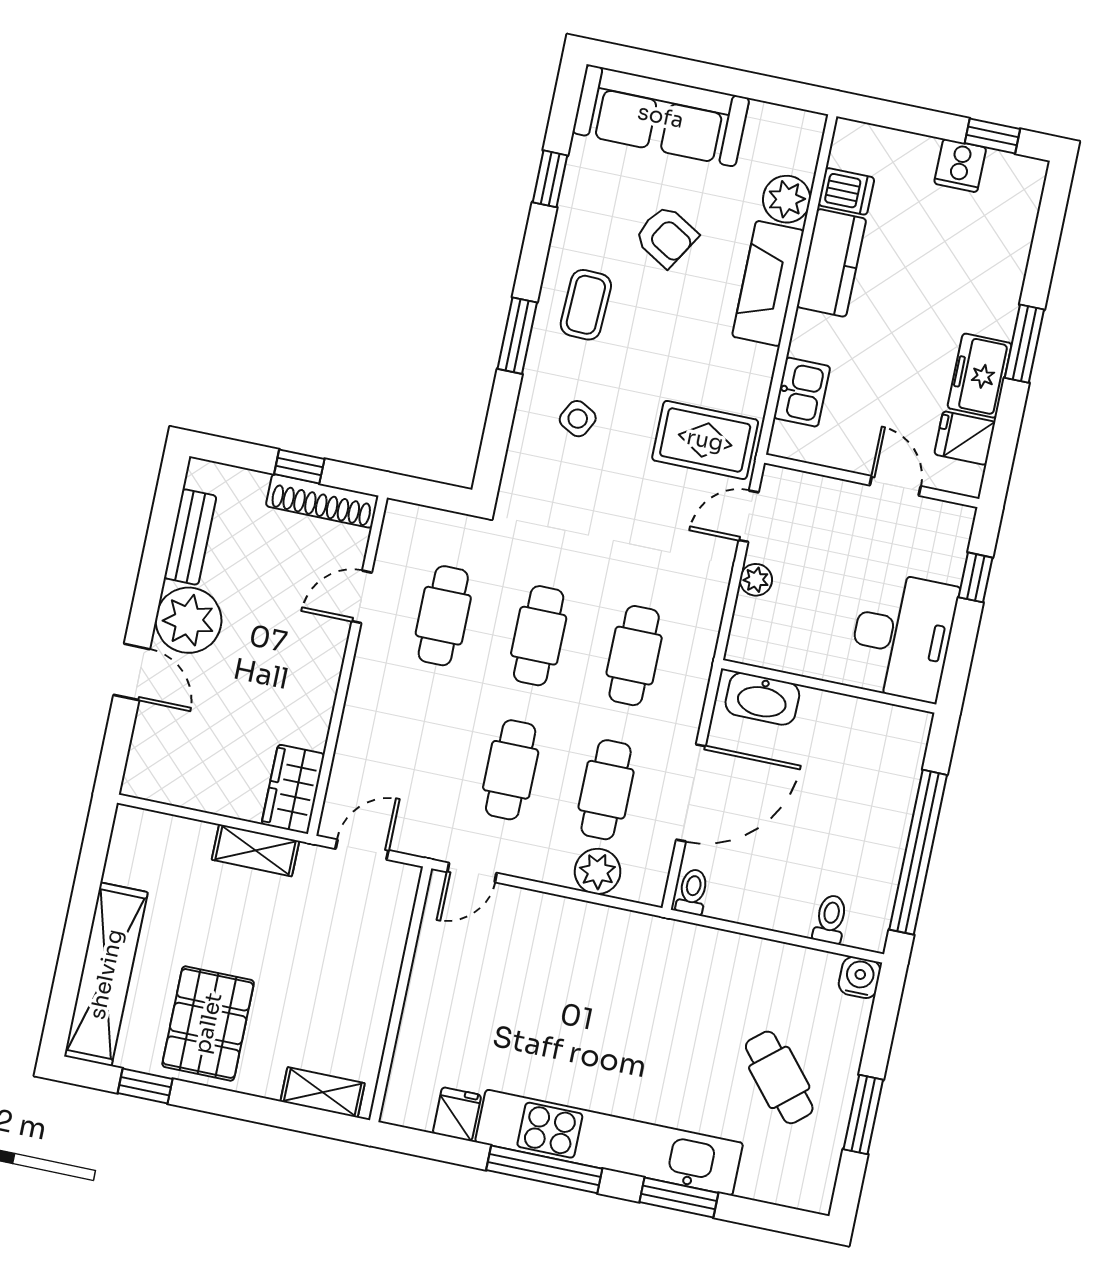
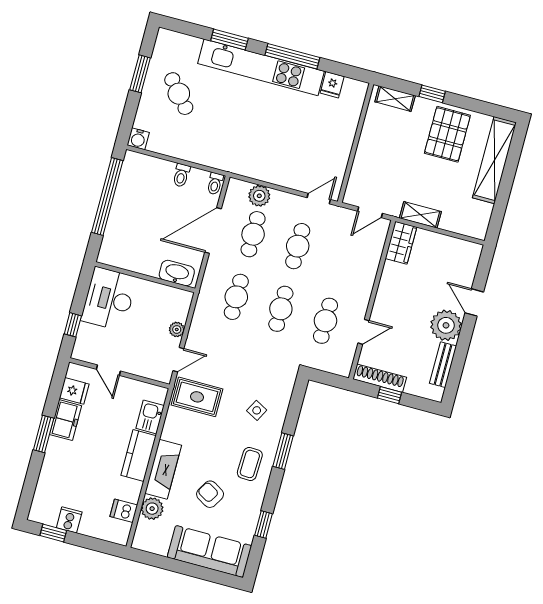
kitchen counter: (831, 263) -> (138, 455), moved
toilet: (830, 919) -> (181, 175), moved
window: (145, 1086) -> (432, 94), moved

